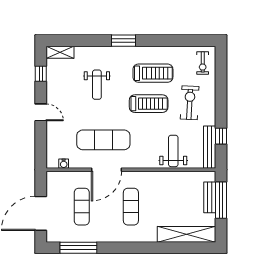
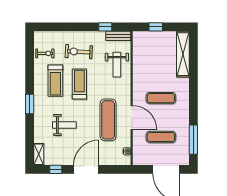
exercise bike: (203, 63) -> (45, 53), moved
treadmill: (153, 73) -> (55, 81), turned 180
door: (41, 112) -> (86, 169), width x1.87
bench: (210, 147) -> (118, 36), width x0.73
weight bench: (173, 151) -> (117, 65), turned -90
bench: (210, 197) -> (154, 36), removed
window: (221, 200) -> (156, 27), width x0.46

